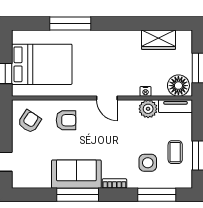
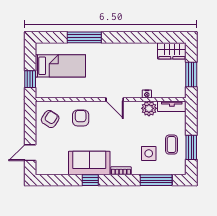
wardrobe: (159, 40) -> (172, 51), moved
bed: (42, 64) -> (60, 66), width x0.67
floor lamp: (178, 86) -> (174, 89), removed
armchair: (66, 120) -> (81, 118), turned -90
window: (78, 195) -> (90, 180), width x0.46

